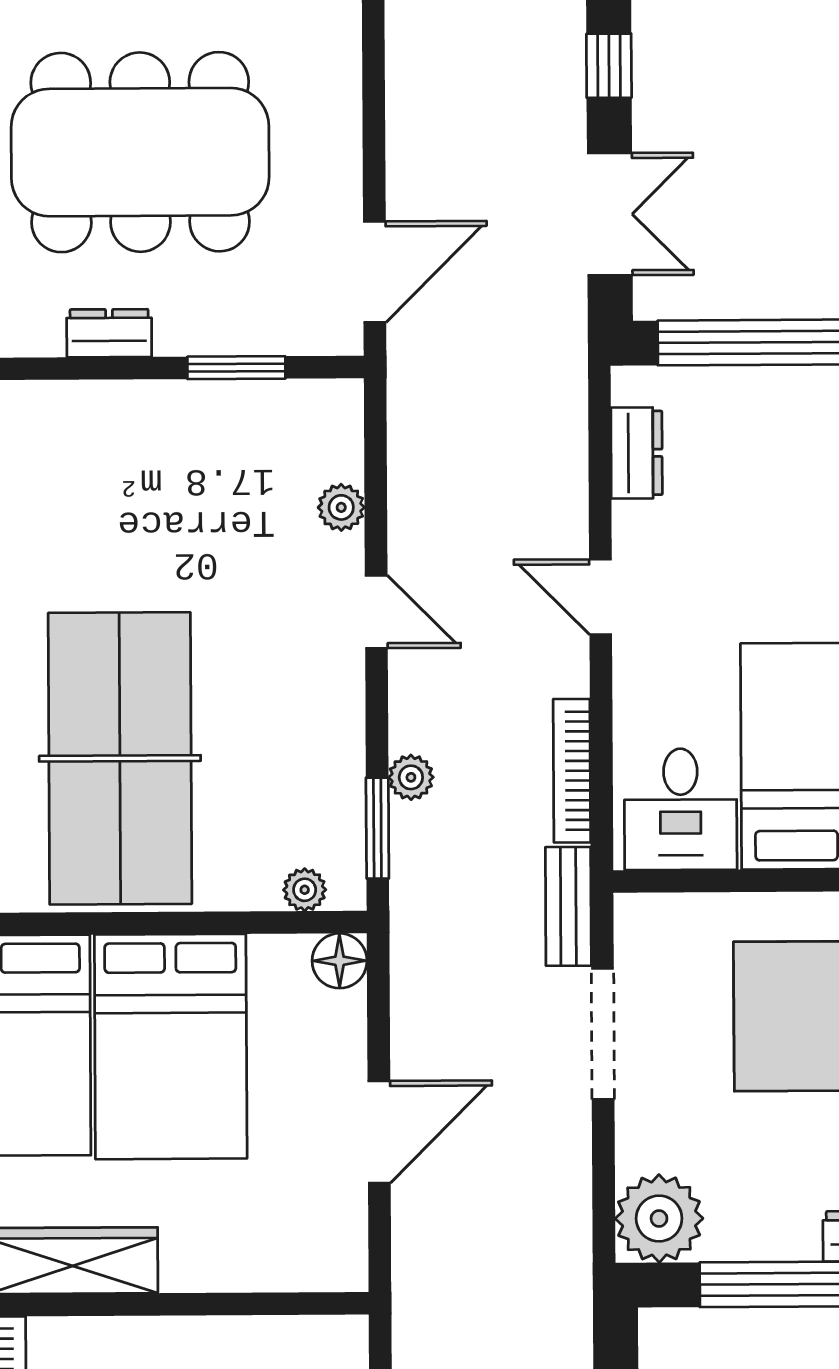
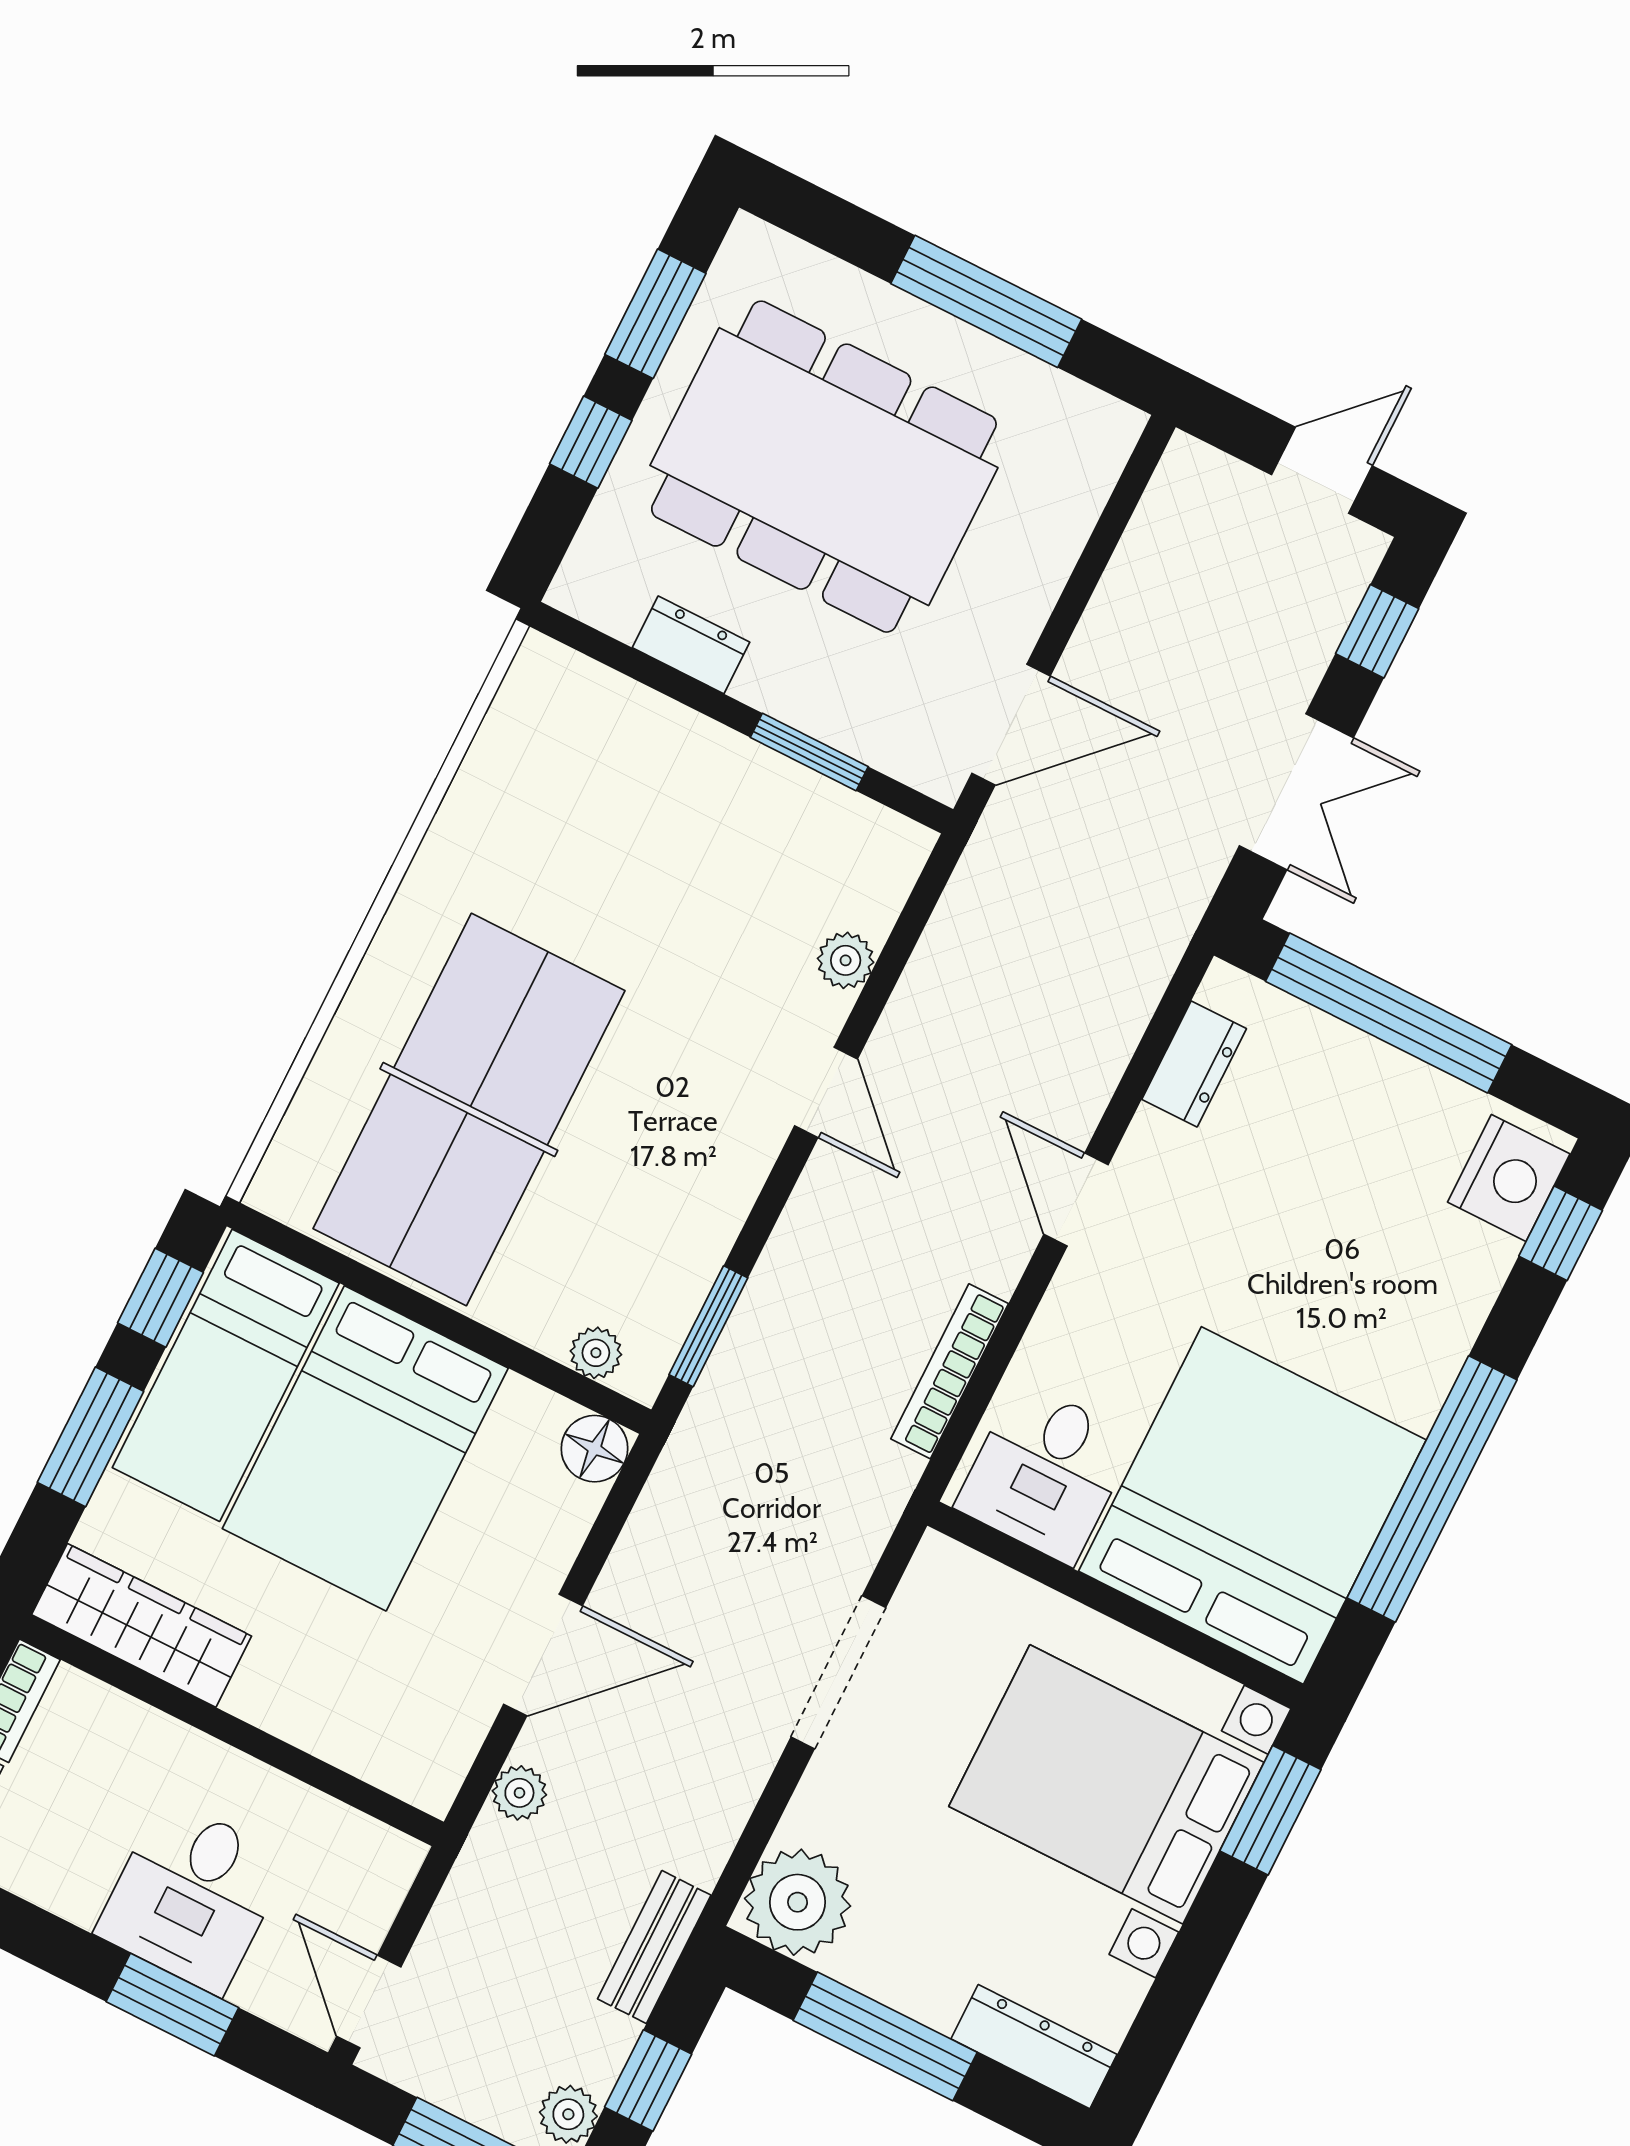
plant: (411, 777) -> (519, 1793), moved
bench: (568, 906) -> (654, 1947), moved

